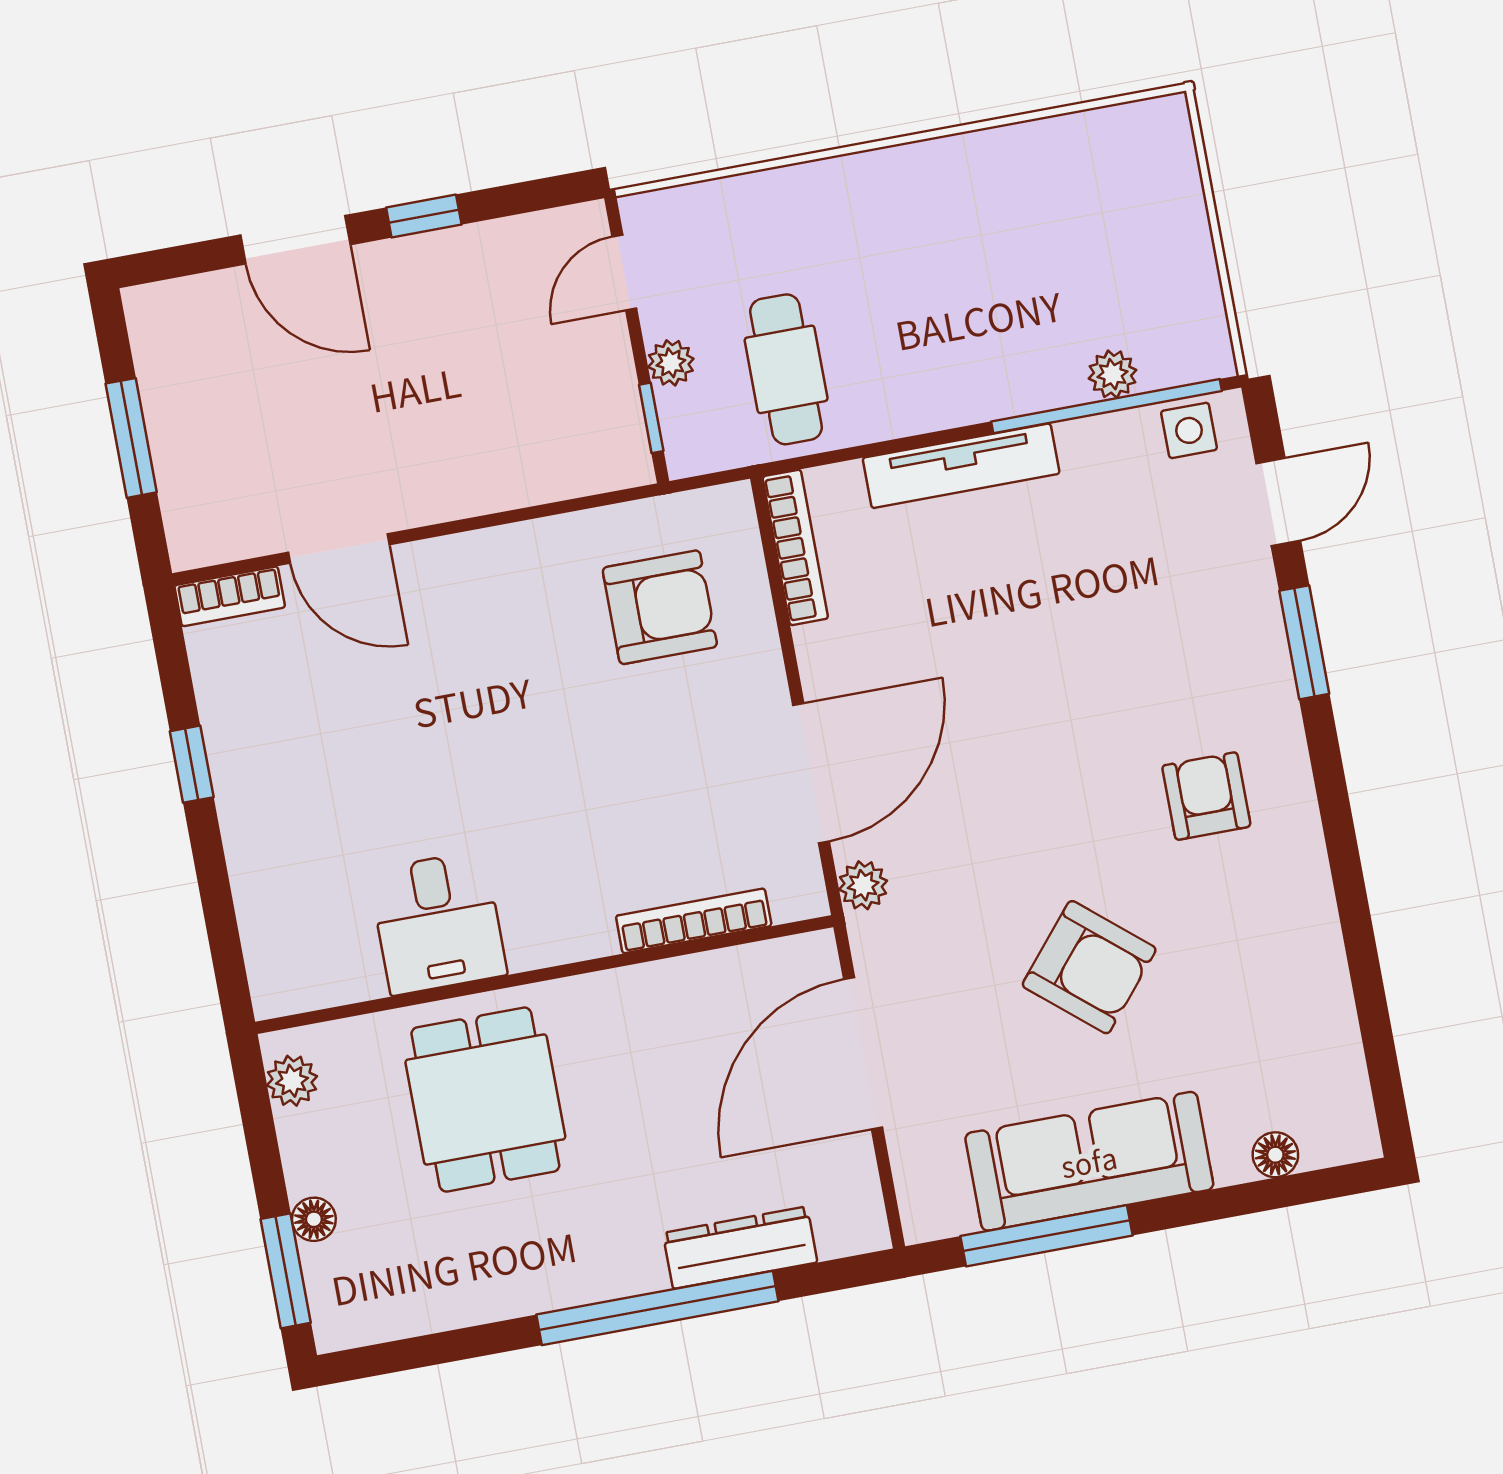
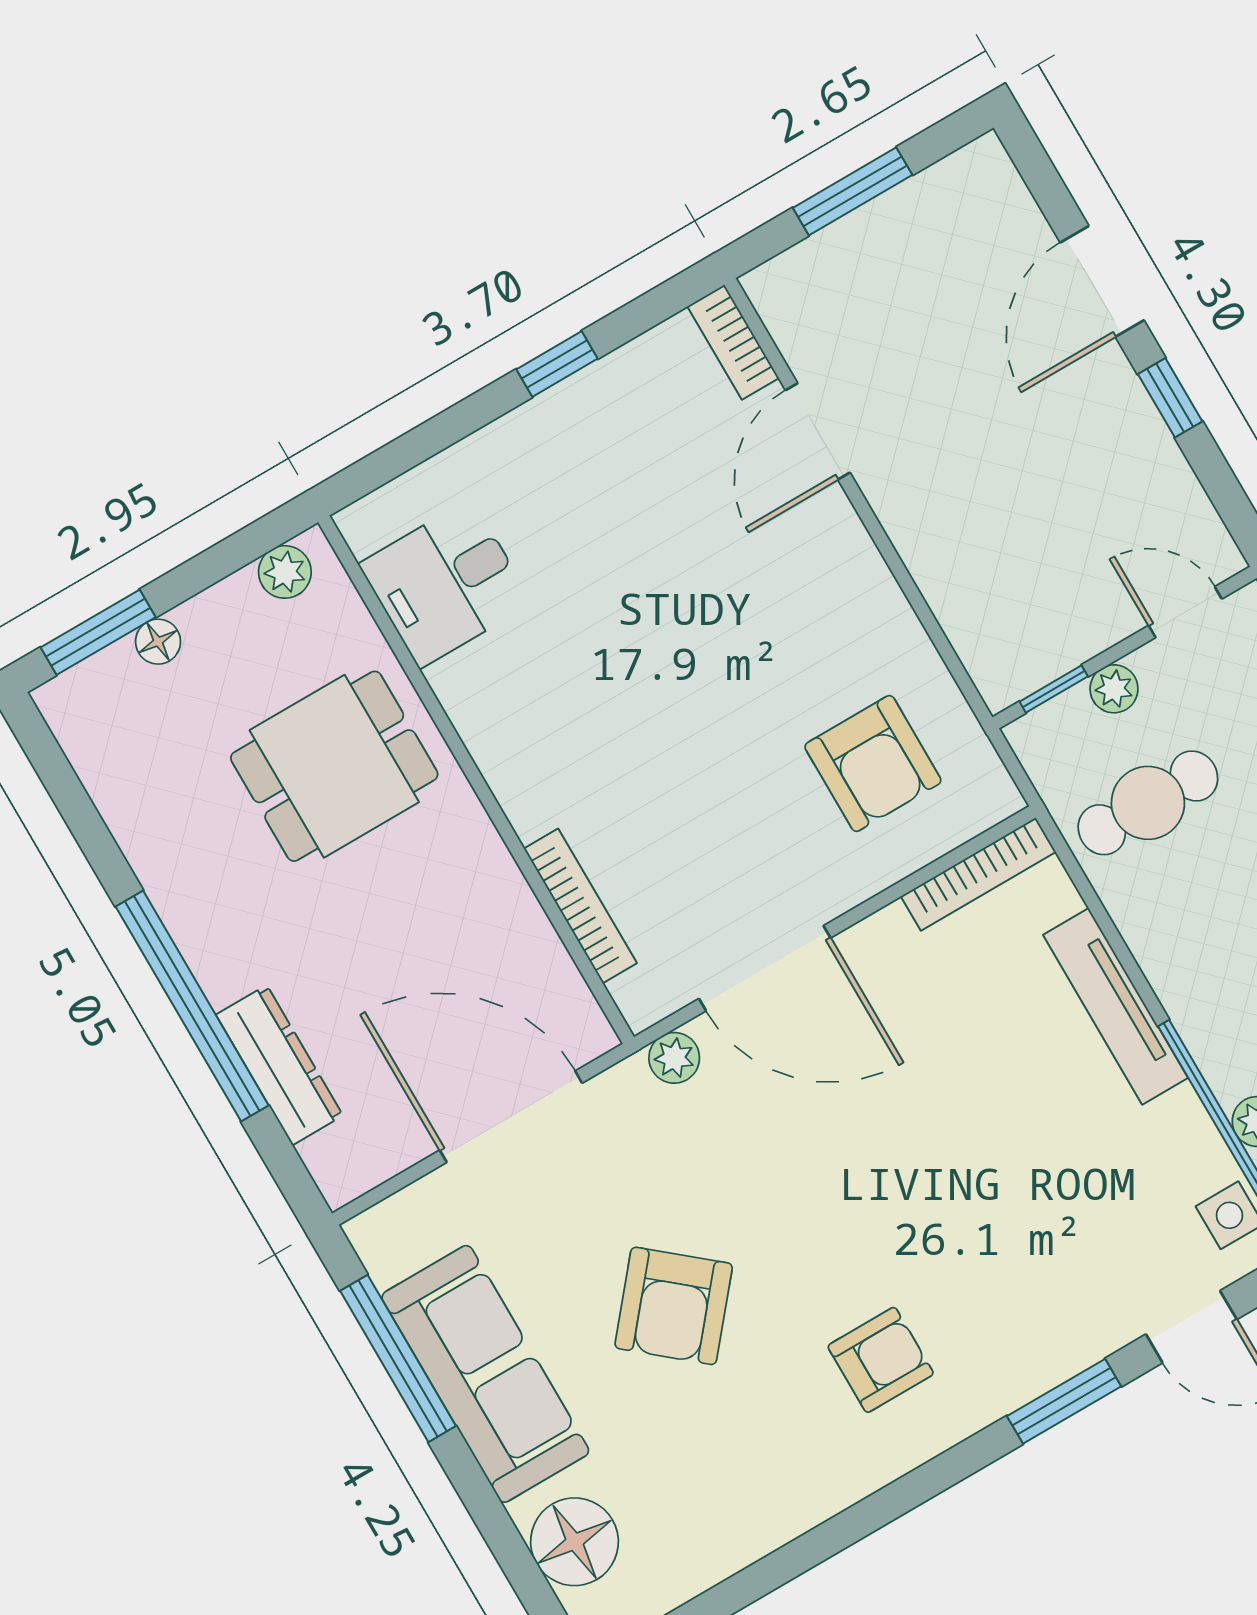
desk: (438, 923) -> (446, 583), moved
floor lamp: (1275, 1155) -> (574, 1542), width x1.89, depth x1.89

